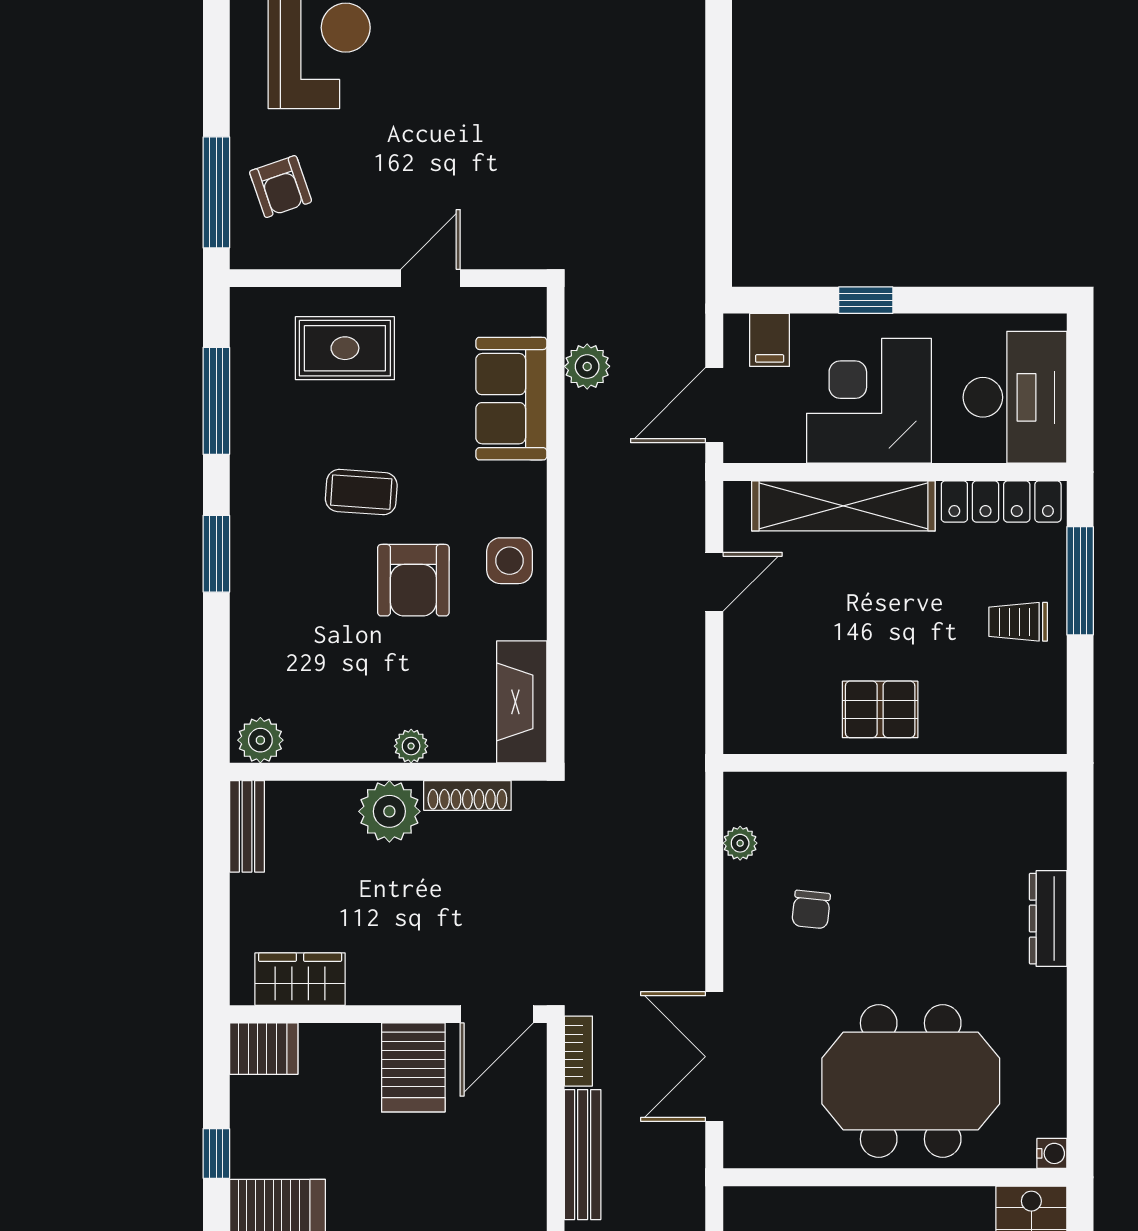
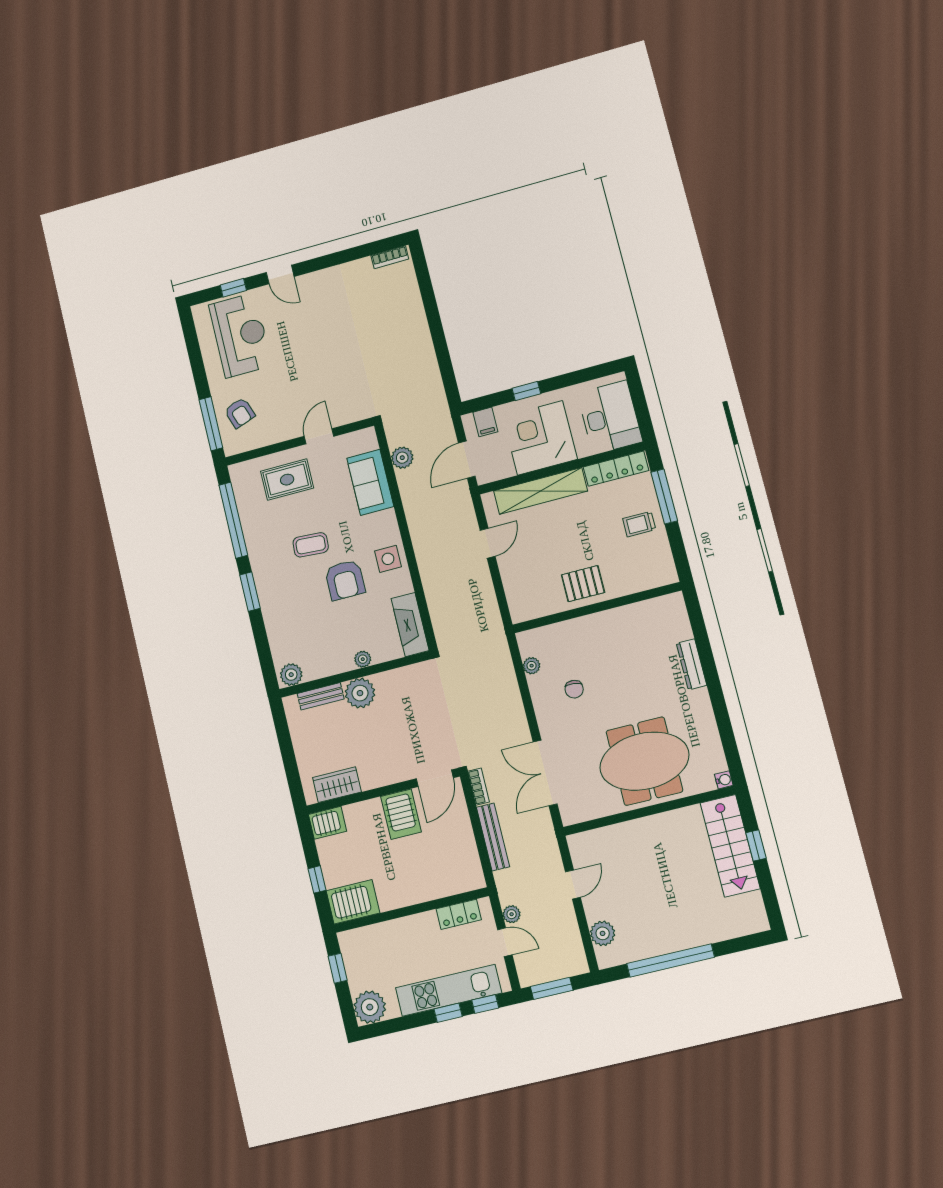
window: (216, 401) -> (233, 520), width x1.46
shoe rack: (467, 795) -> (395, 676), removed
bench: (247, 826) -> (321, 696), moved, turned 90

